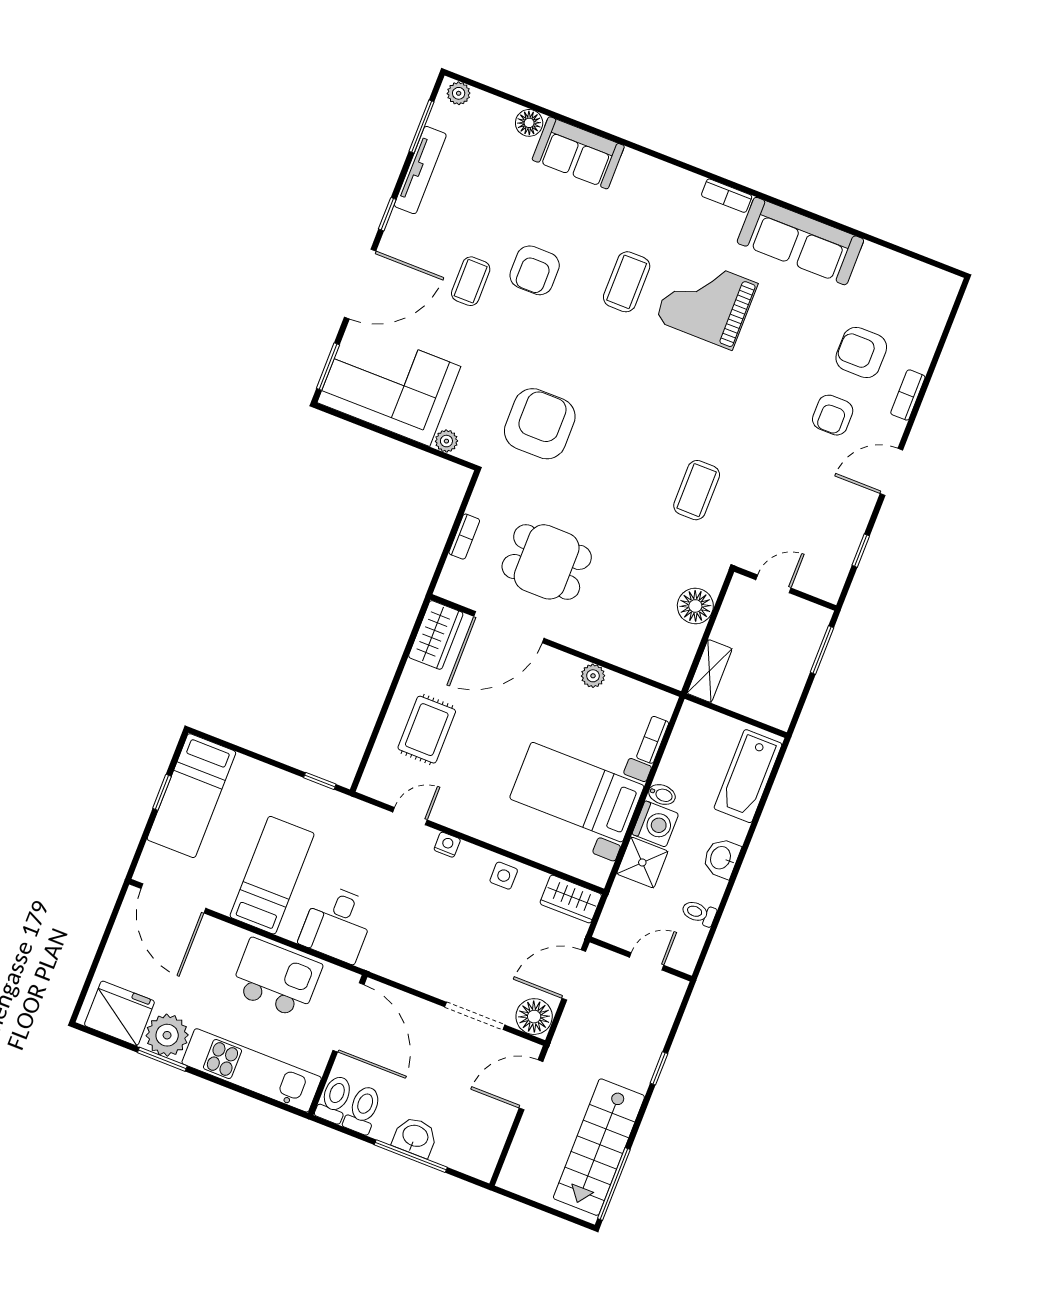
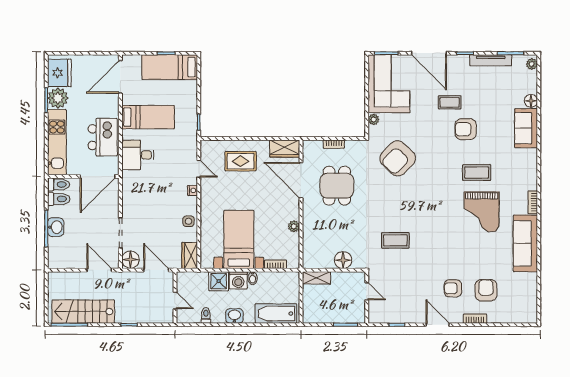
grand piano: (706, 302) -> (482, 212), turned 180
armchair: (540, 424) -> (398, 158), turned 134

